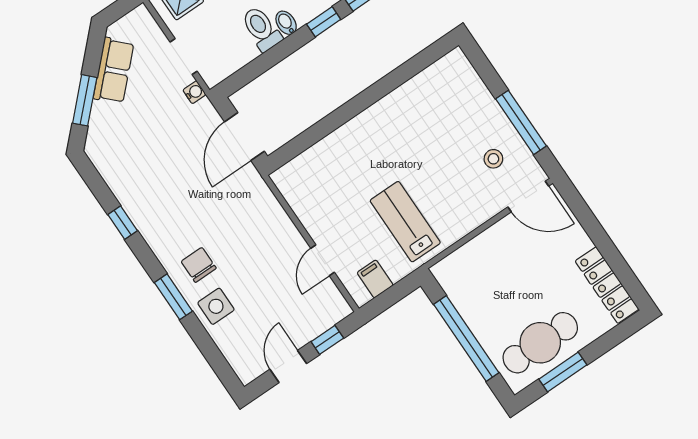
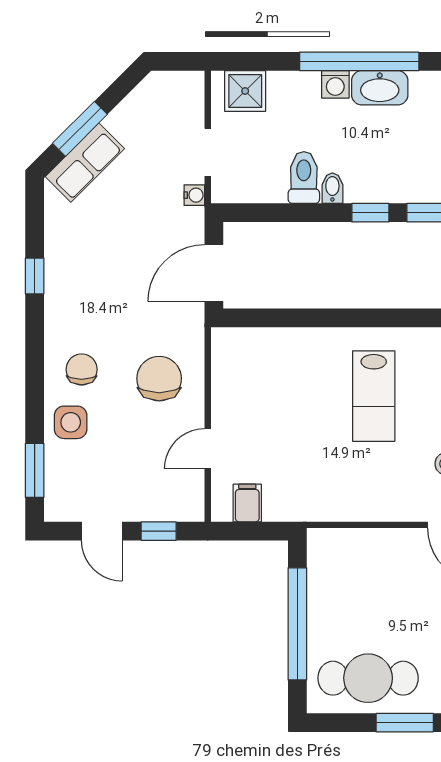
row of seats: (114, 70) -> (85, 163), moved
lab bench: (405, 222) -> (374, 396), moved, turned 180
chair: (256, 235) -> (159, 379), added
window: (173, 297) -> (35, 470), moved
door: (288, 366) -> (102, 531), swing flipped
window: (563, 372) -> (405, 723), moved

